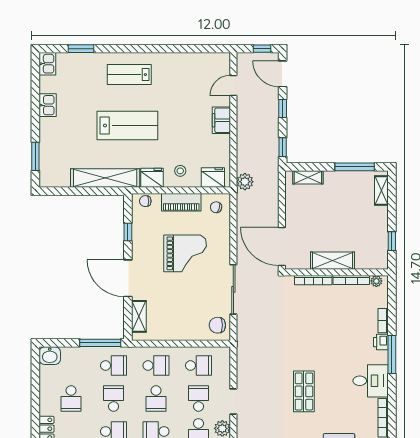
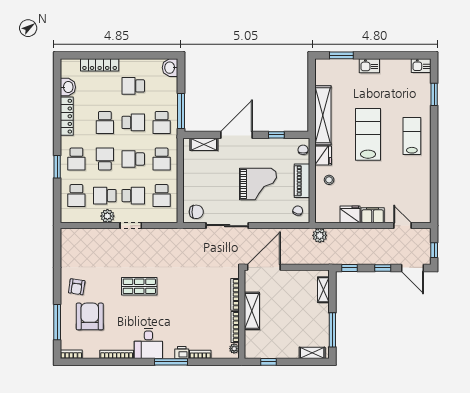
door: (283, 74) -> (412, 268), swing flipped
kitchen sink: (48, 105) -> (369, 66), moved
lab bench: (127, 126) -> (368, 134), turned 180
fridge: (213, 177) -> (350, 214), moved, turned -90
grand piano: (185, 253) -> (258, 184), turned -90
chair: (217, 325) -> (196, 212), turned 90

